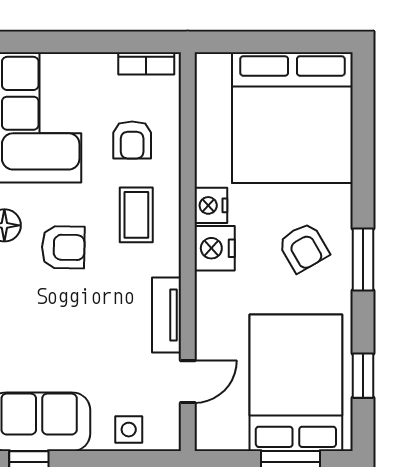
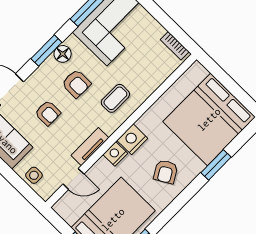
armchair: (132, 140) -> (48, 113), moved, turned -90
nightstand: (211, 205) -> (115, 154), moved
window: (363, 259) -> (216, 165), moved

